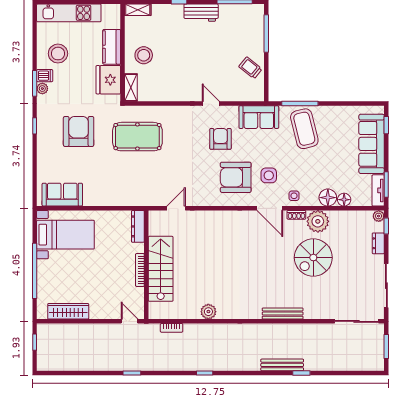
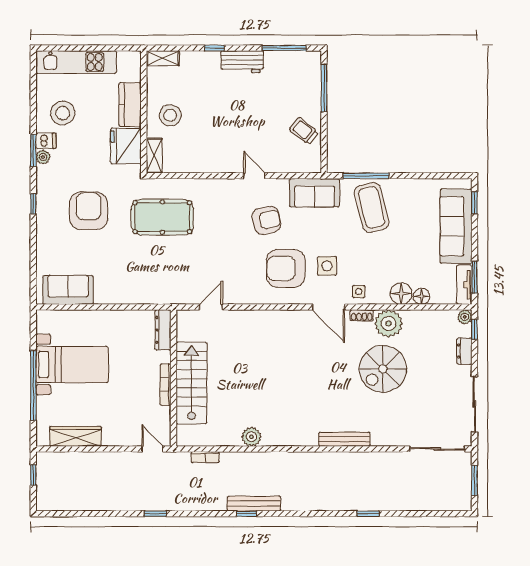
armchair: (220, 139) -> (266, 220), turned 78
bed with nightstands: (65, 235) -> (72, 364), moved
bench: (282, 365) -> (254, 504), moved

